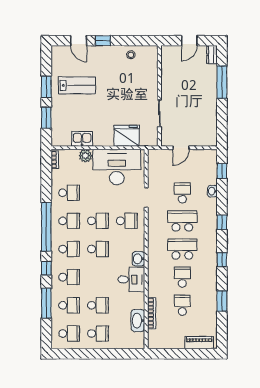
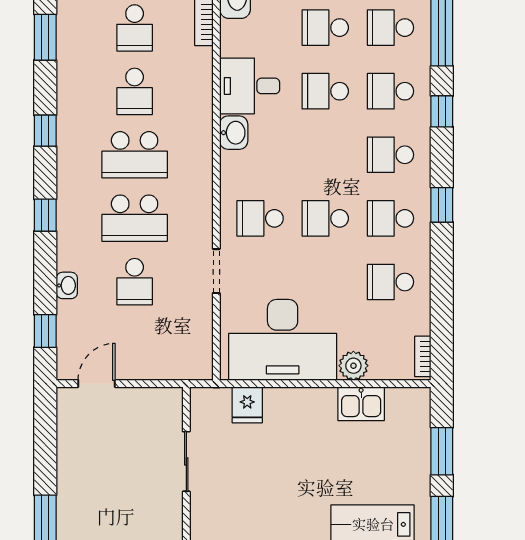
fridge: (127, 136) -> (247, 405), width x0.53, depth x0.75
door: (181, 148) -> (96, 384), moved
window: (46, 227) -> (442, 205), width x0.32
school desk: (98, 249) -> (325, 91), moved

